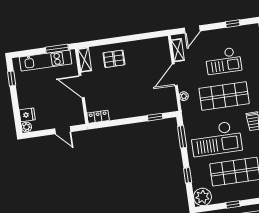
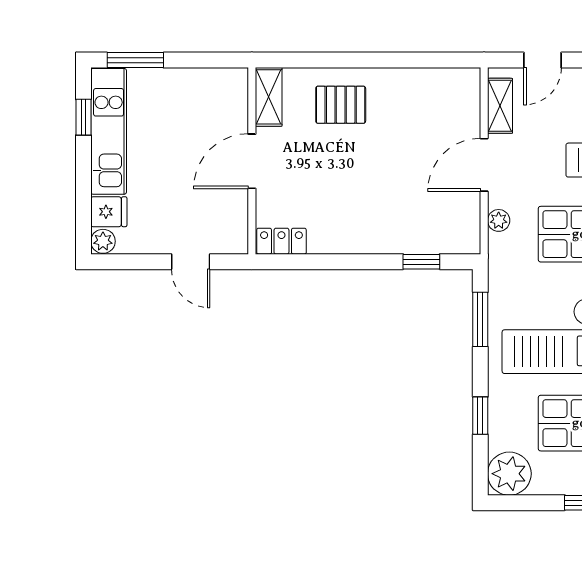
window: (57, 49) -> (135, 60), moved
kitchen unit: (45, 61) -> (109, 131), moved, turned -90
door: (82, 86) -> (252, 161), hinge flipped

